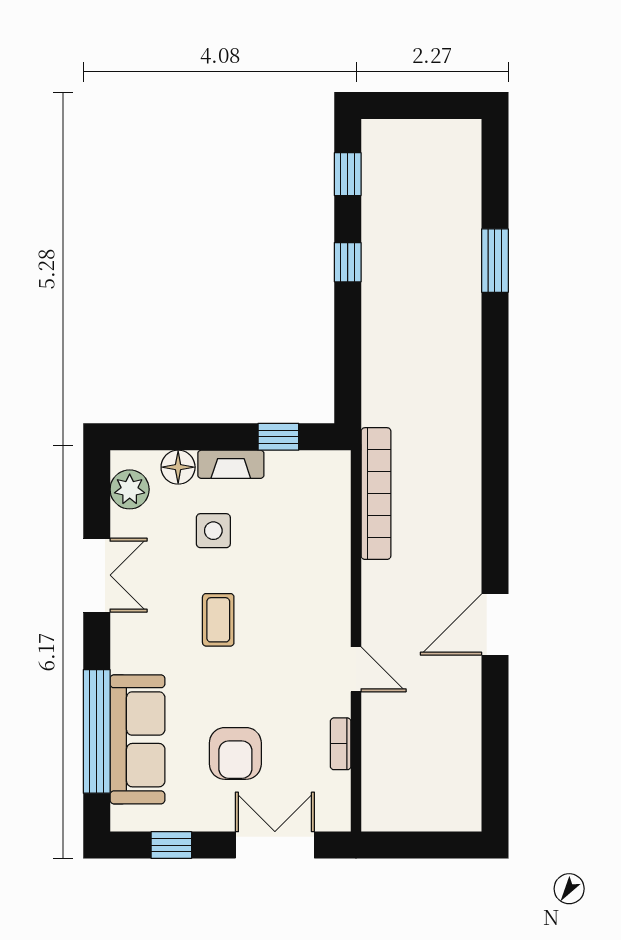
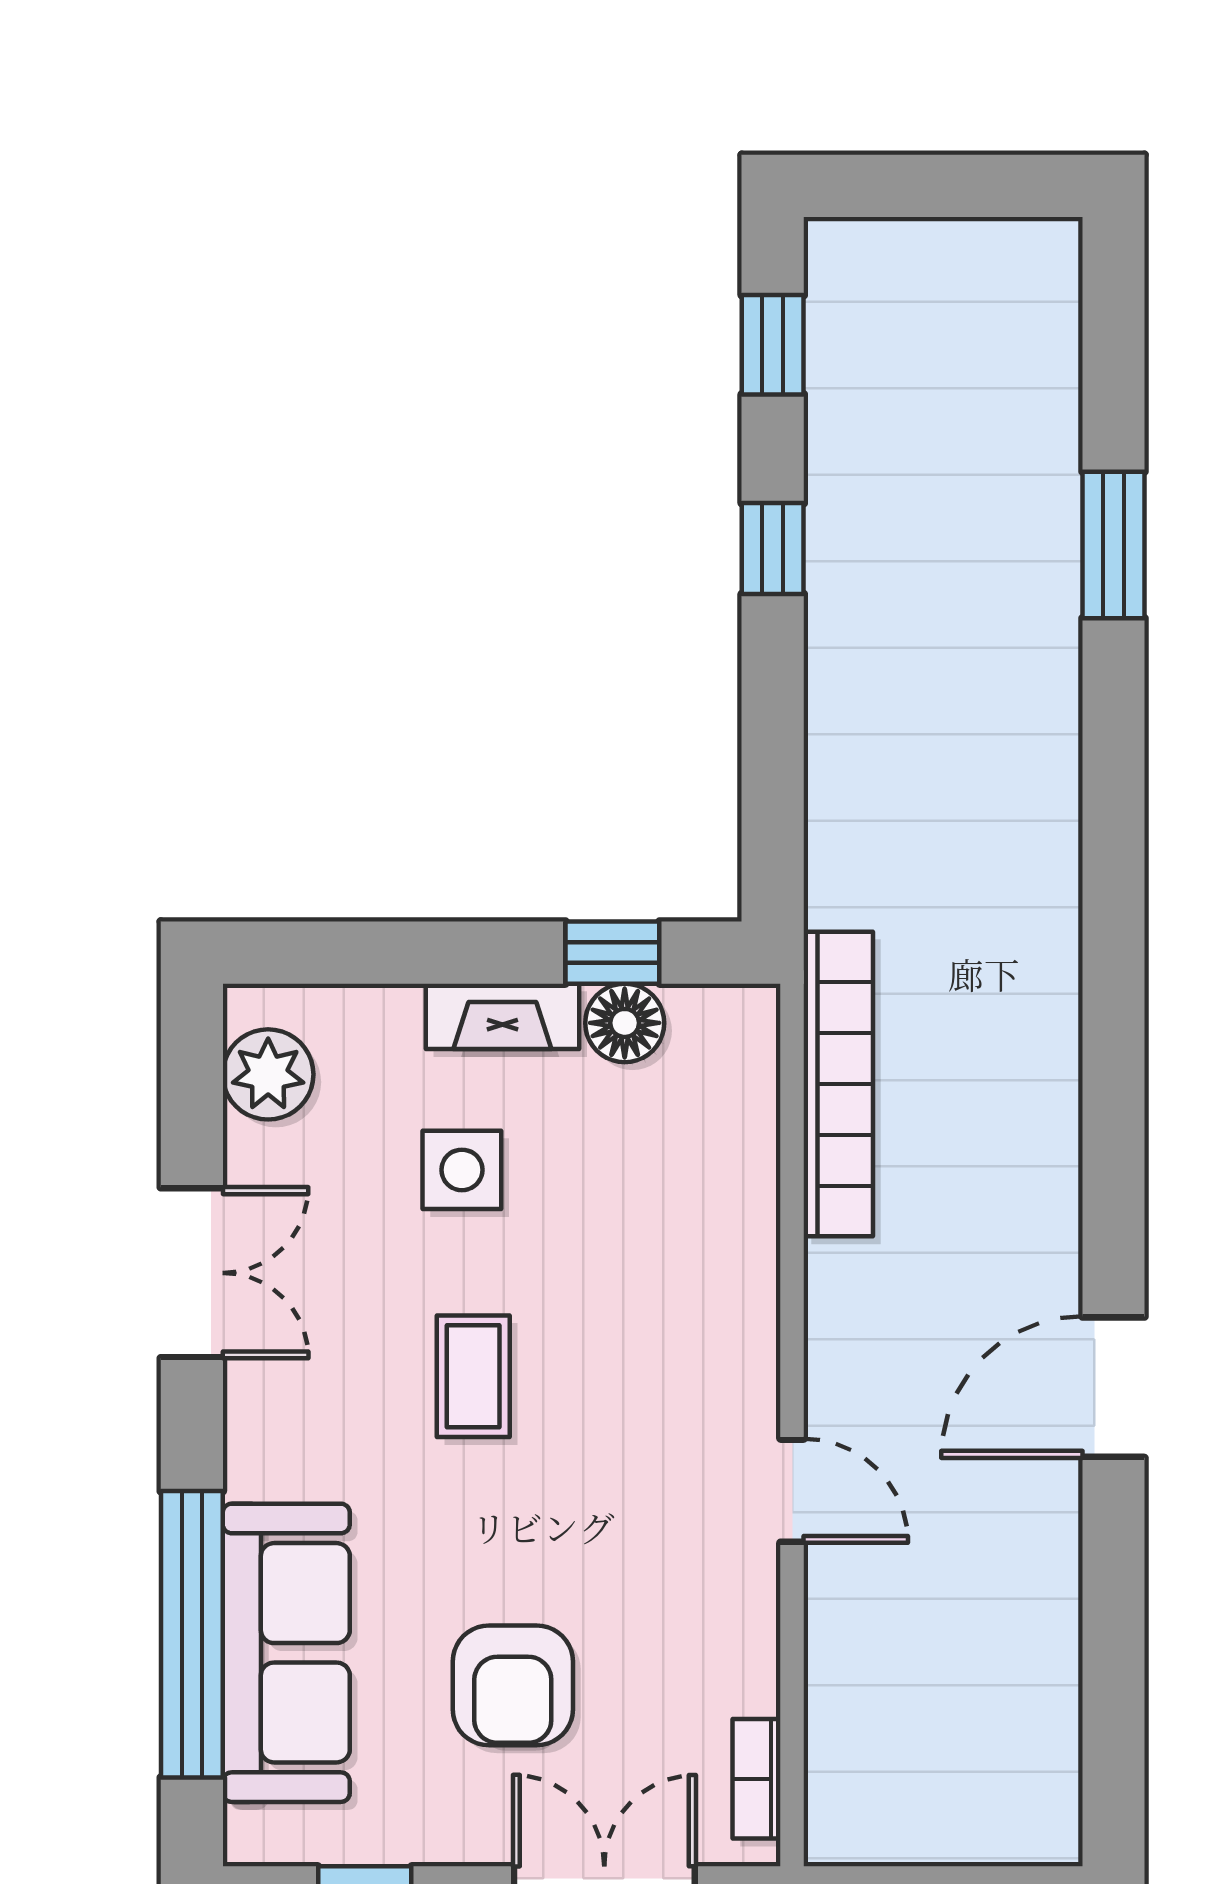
floor lamp: (178, 467) -> (625, 1023), moved
bookcase: (341, 744) -> (756, 1779), moved

